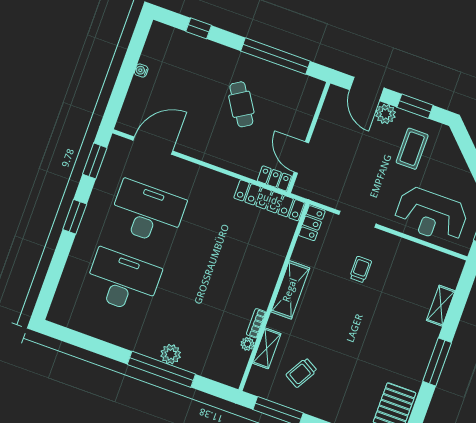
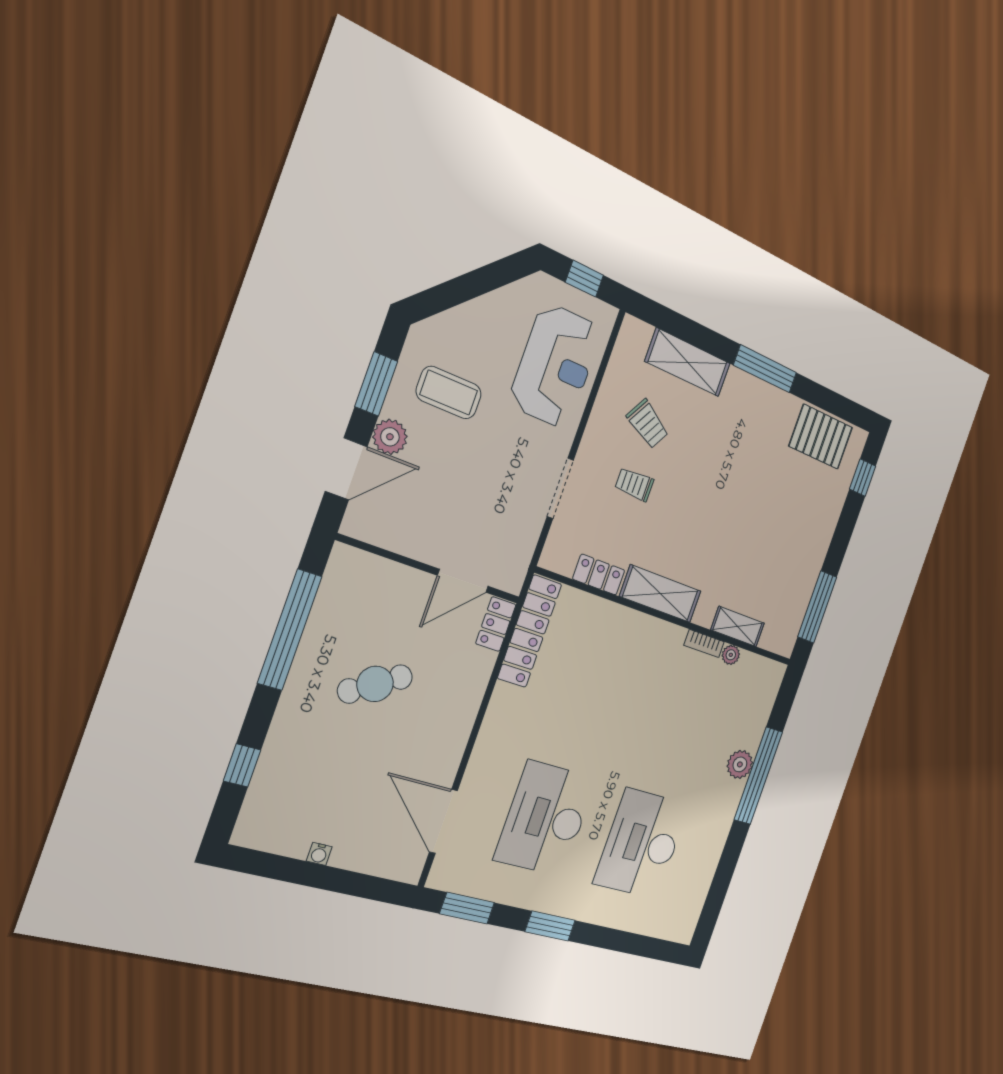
locker: (312, 223) -> (599, 575), moved
shelving: (441, 306) -> (688, 362), width x1.50, depth x1.33
trolley: (302, 373) -> (648, 424), moved

